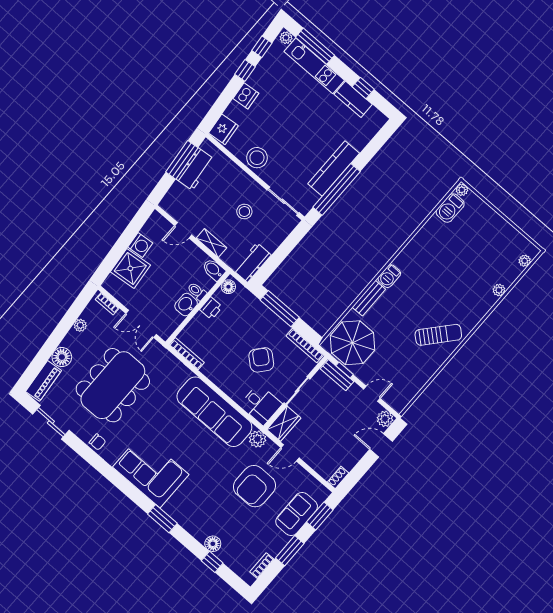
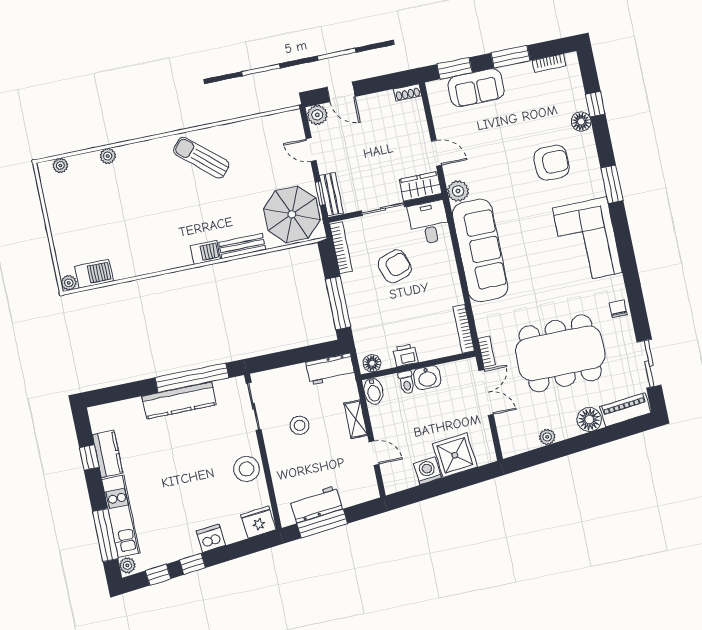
bookcase: (107, 304) -> (487, 352), moved
armchair: (261, 360) -> (395, 266), turned -148
armchair: (254, 486) -> (552, 163), moved, width x0.73, depth x0.73

